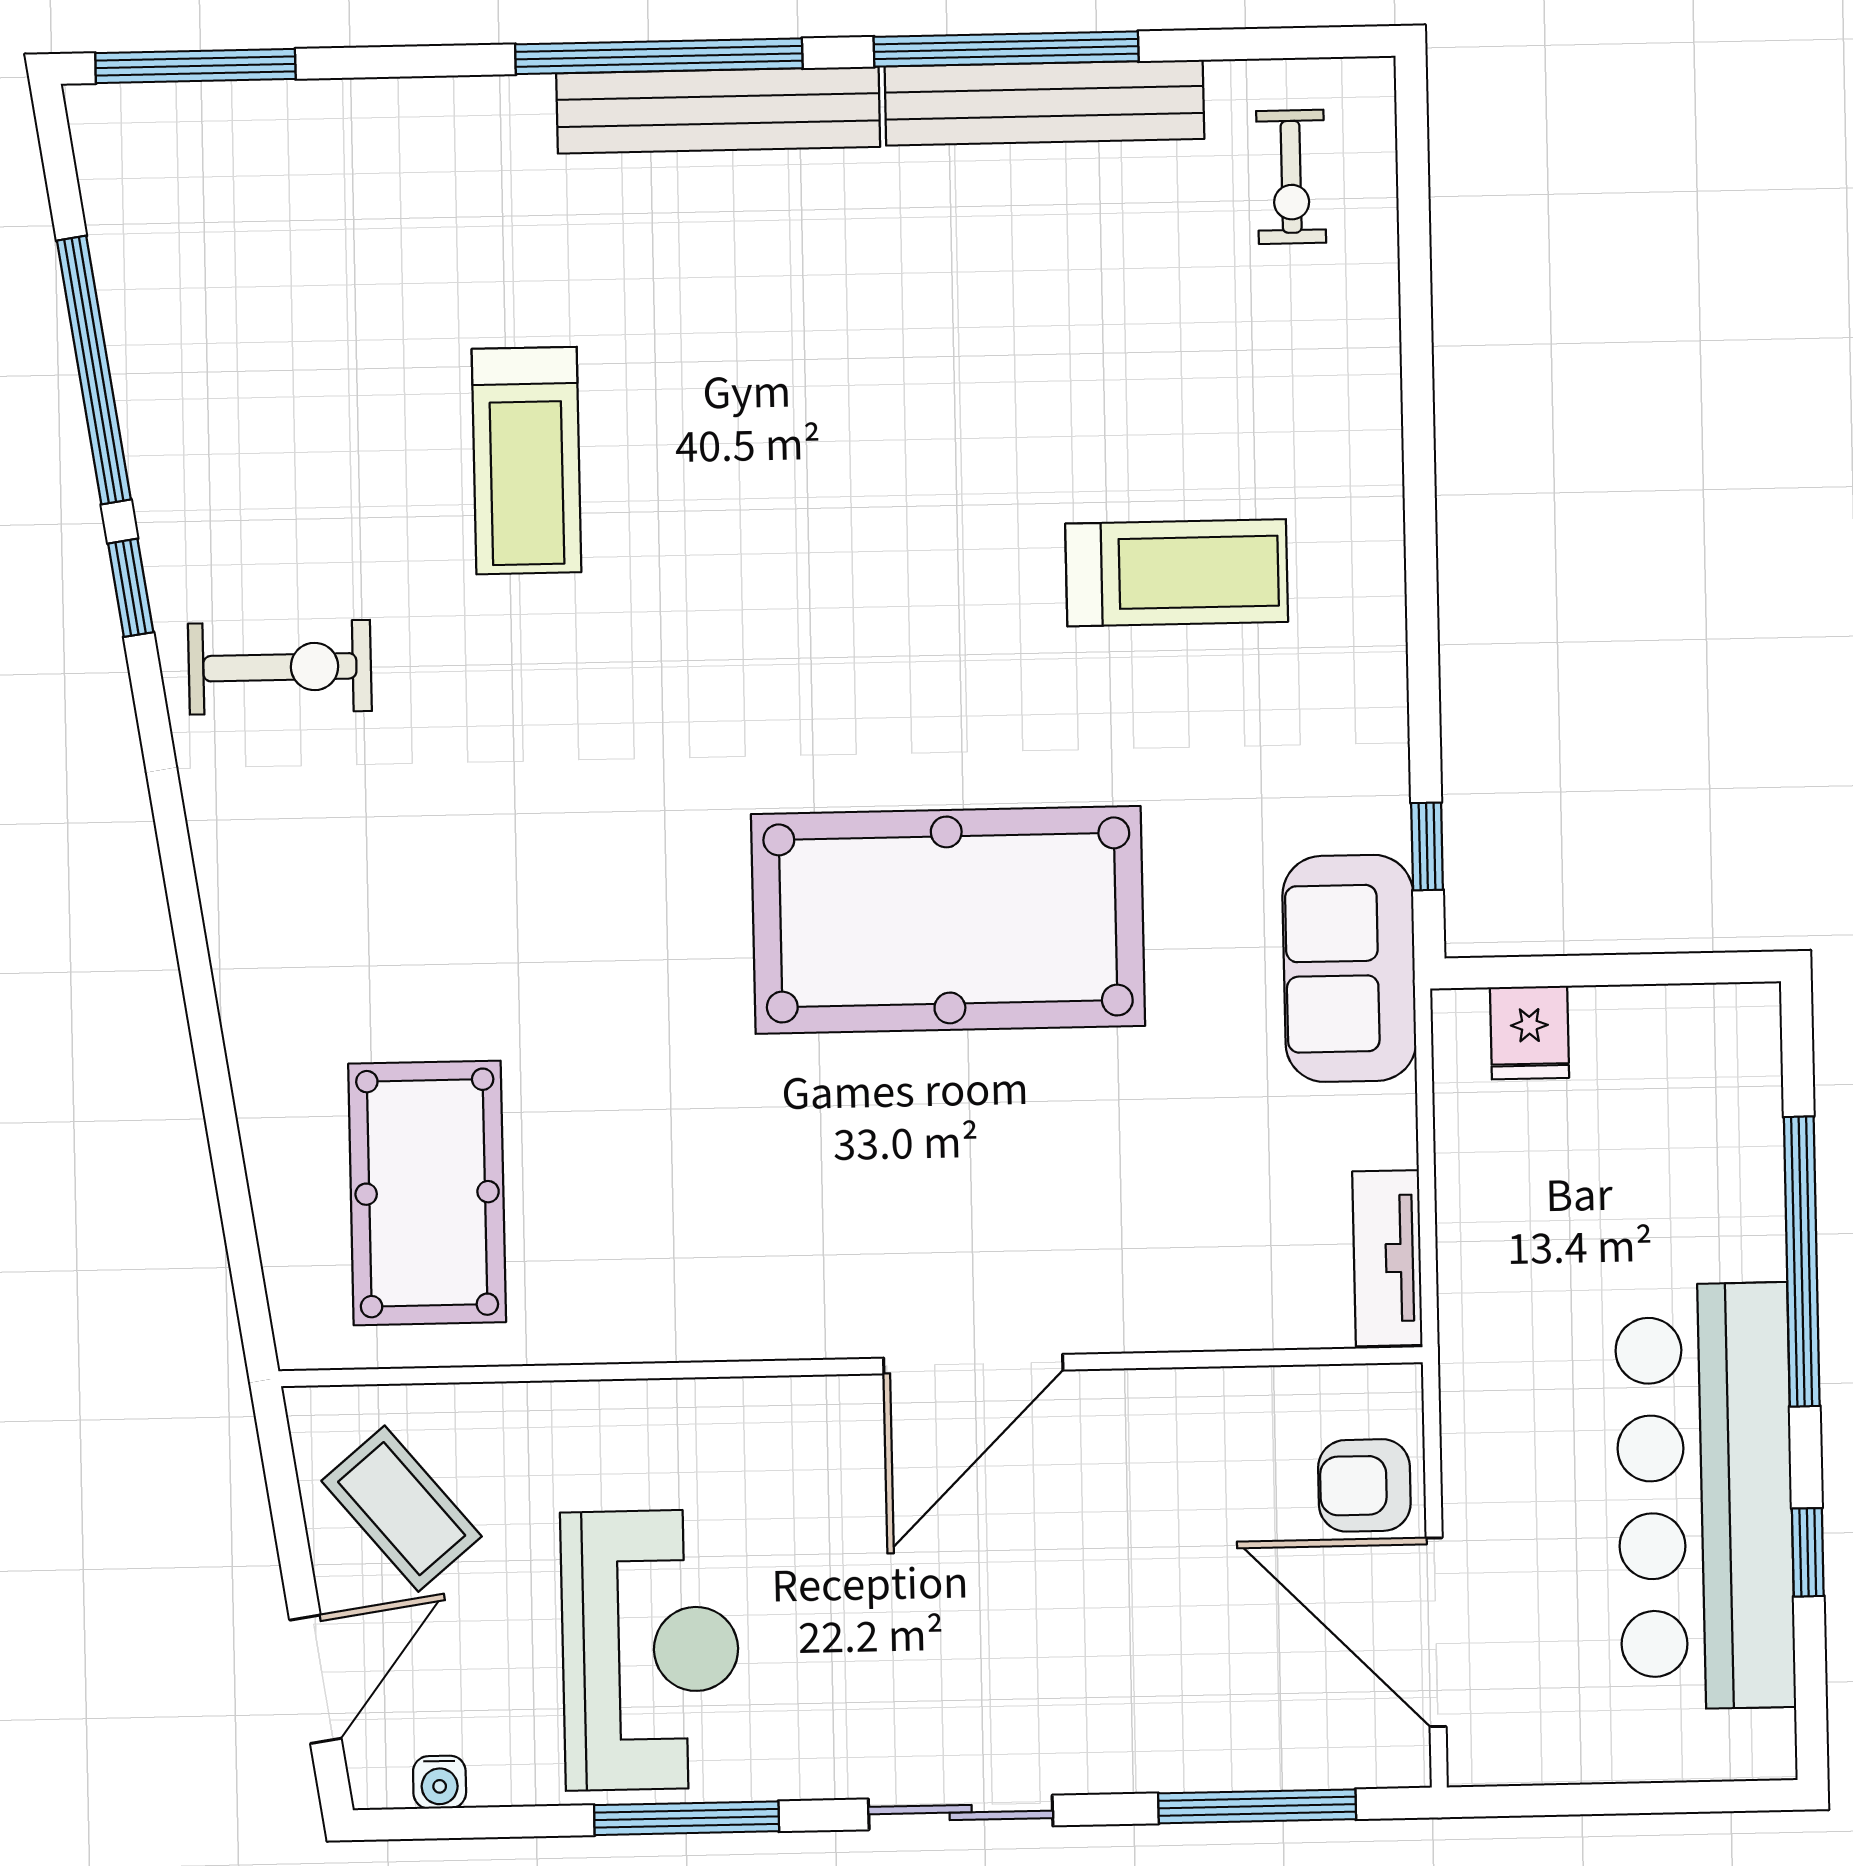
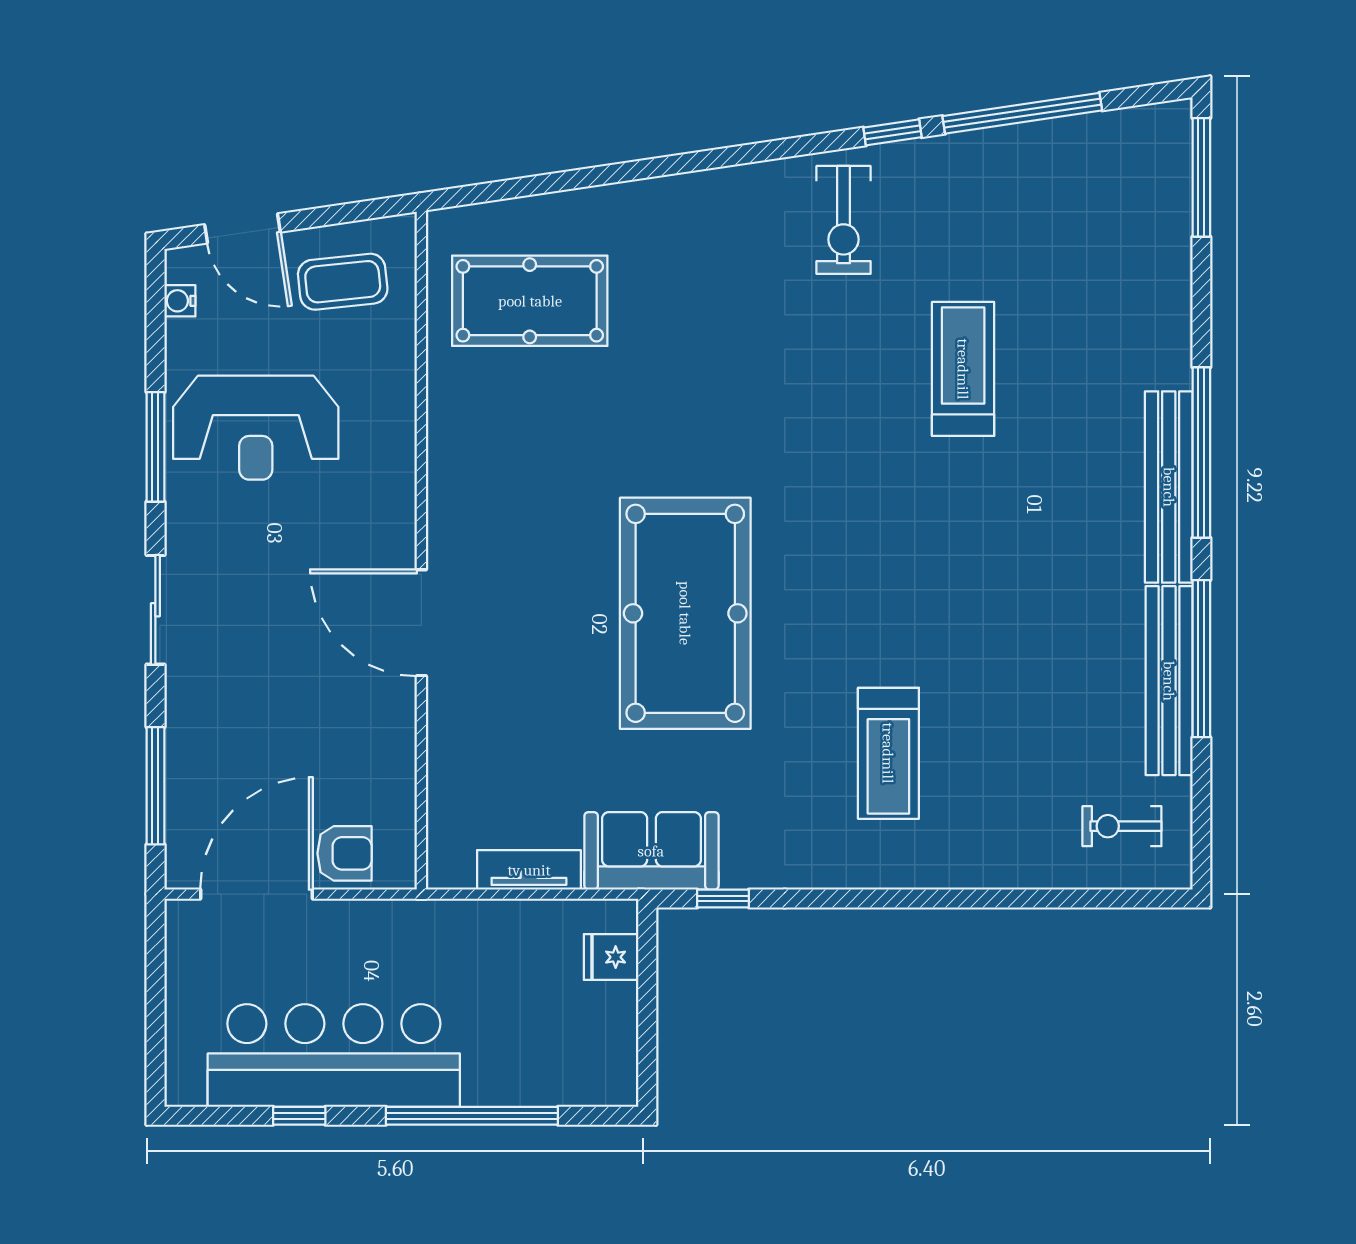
treadmill: (527, 461) -> (963, 369), turned 90
tv unit: (1387, 1258) -> (529, 870), moved
armchair: (1364, 1485) -> (344, 853), turned 90
coffee table: (402, 1509) -> (343, 282), turned 34

